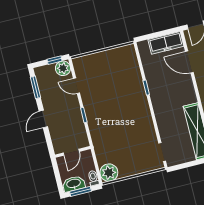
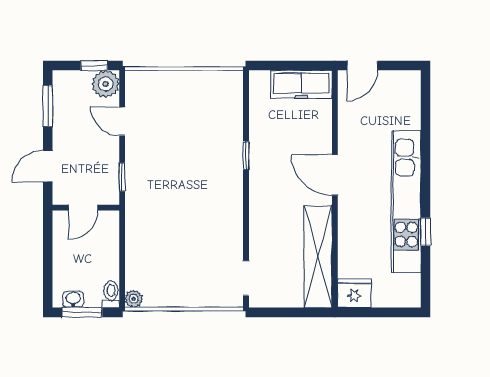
door: (189, 62) -> (335, 175), moved
door: (71, 152) -> (83, 208), moved
wall: (73, 152) -> (86, 208), moved
plant: (109, 173) -> (134, 299), width x0.53, depth x0.53
washbasin: (74, 184) -> (73, 299), width x0.52, depth x0.69

